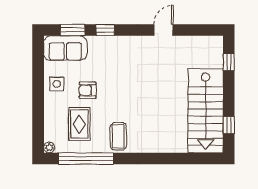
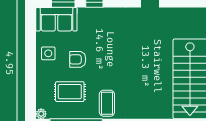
rug: (79, 124) -> (70, 92), turned 90

